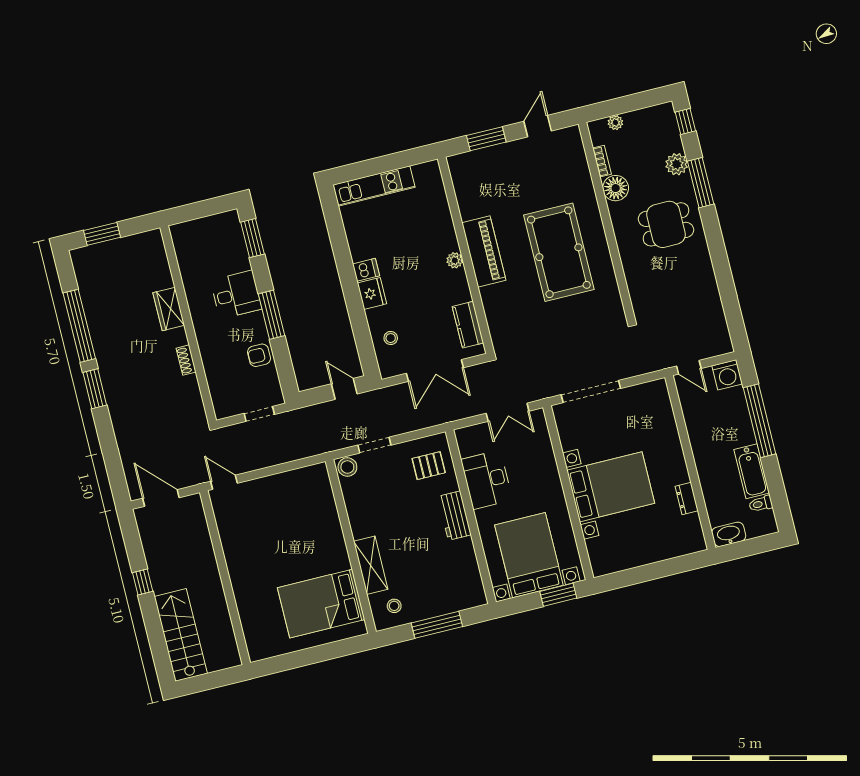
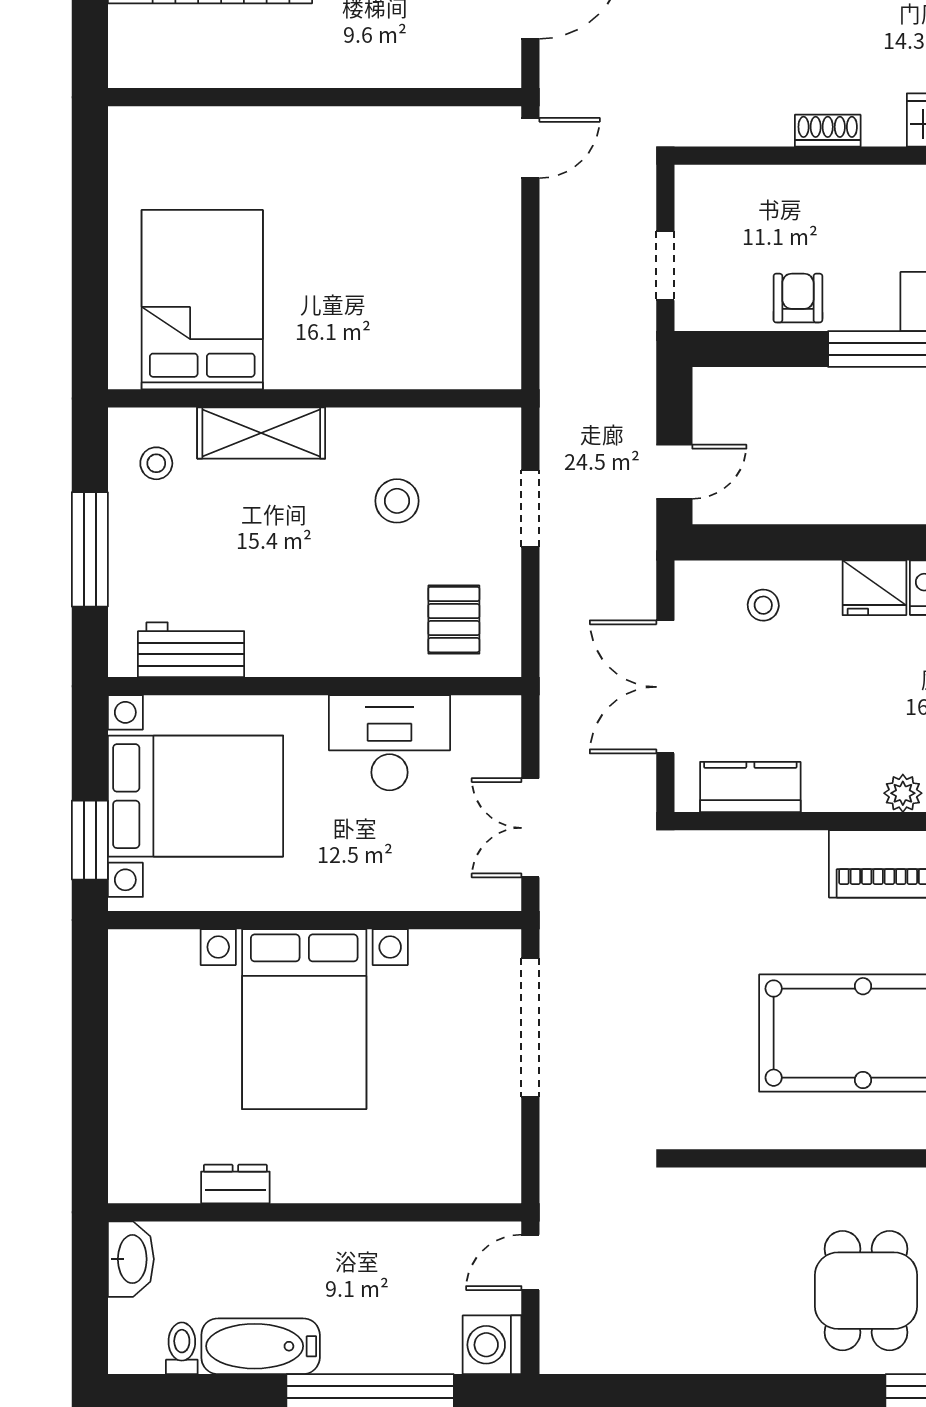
stool: (347, 467) -> (397, 501), moved
workbench: (454, 516) -> (191, 650), moved

